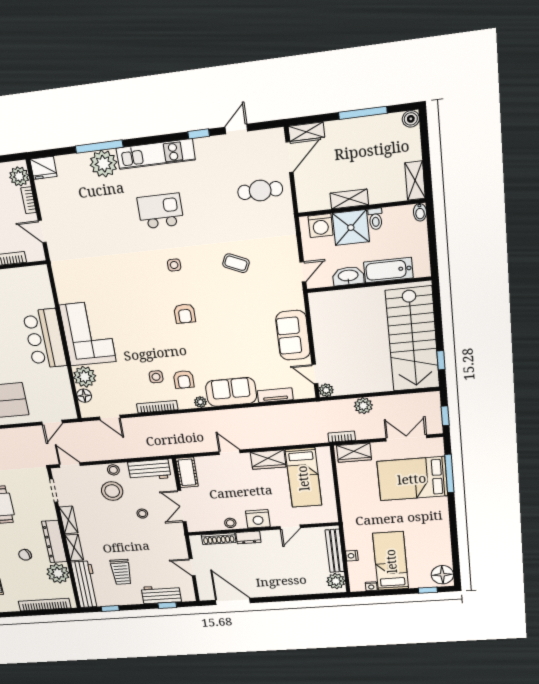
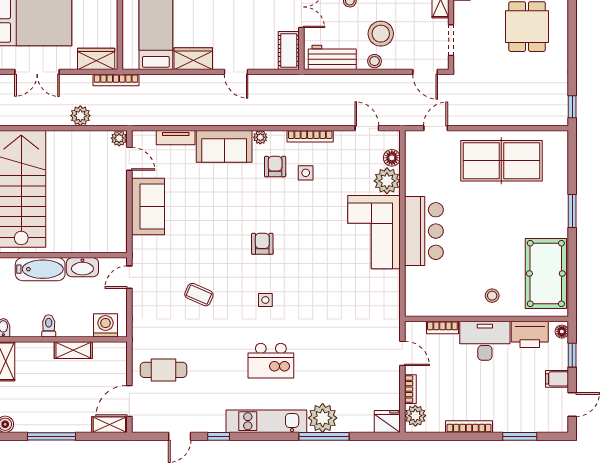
shower: (351, 228) -> (75, 320), removed
bookcase: (342, 437) -> (116, 80), width x1.56

